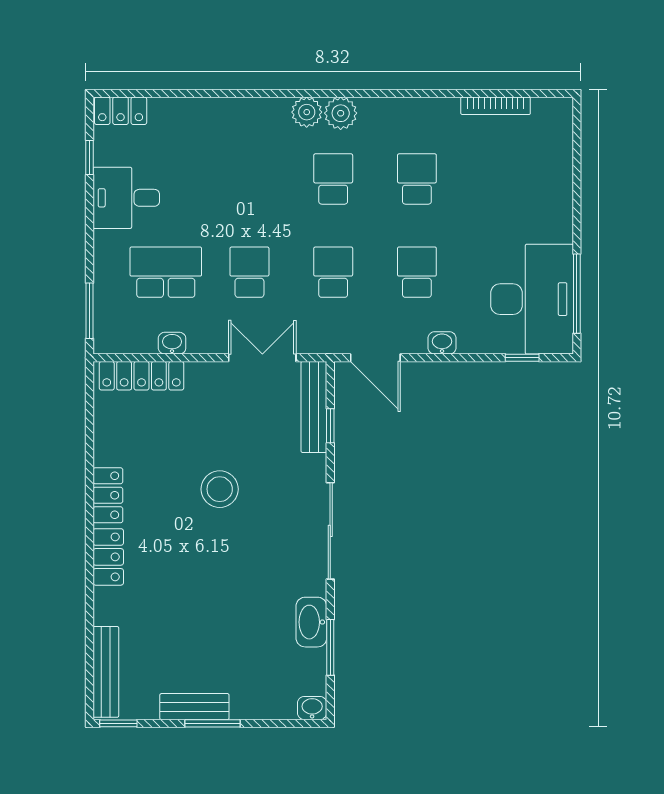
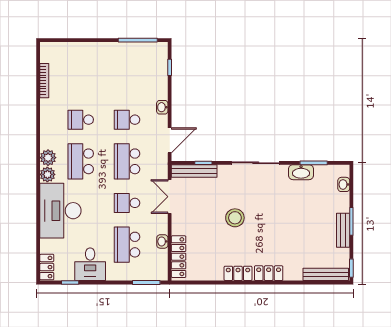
school desk: (333, 179) -> (81, 161), width x1.85
school desk: (333, 272) -> (127, 161), width x1.85
desk: (532, 299) -> (60, 211), moved, turned -90
washbasin: (312, 708) -> (344, 184), moved

